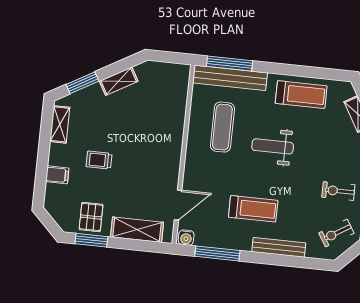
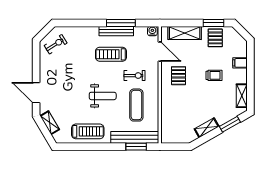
window: (229, 64) -> (136, 147), width x0.69
treadmill: (301, 95) -> (88, 131), turned 180
pallet: (153, 165) -> (179, 76), added
exercise bike: (338, 191) -> (134, 76), moved
door: (178, 205) -> (160, 52), swing flipped
bench: (279, 247) -> (116, 31), moved
window: (217, 253) -> (121, 23), moved

